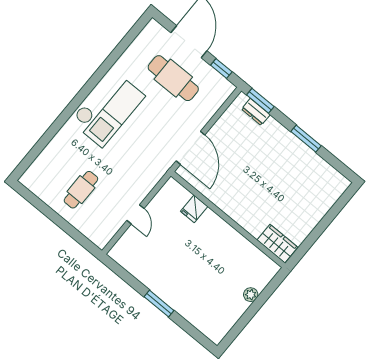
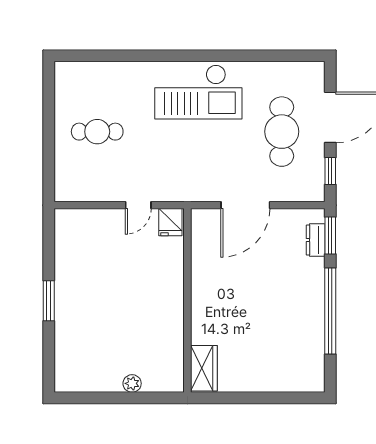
window: (306, 139) -> (330, 311), width x2.11
door: (190, 148) -> (245, 205), moved
fridge: (194, 209) -> (170, 222), moved, turned -90
door: (135, 214) -> (138, 205), moved

